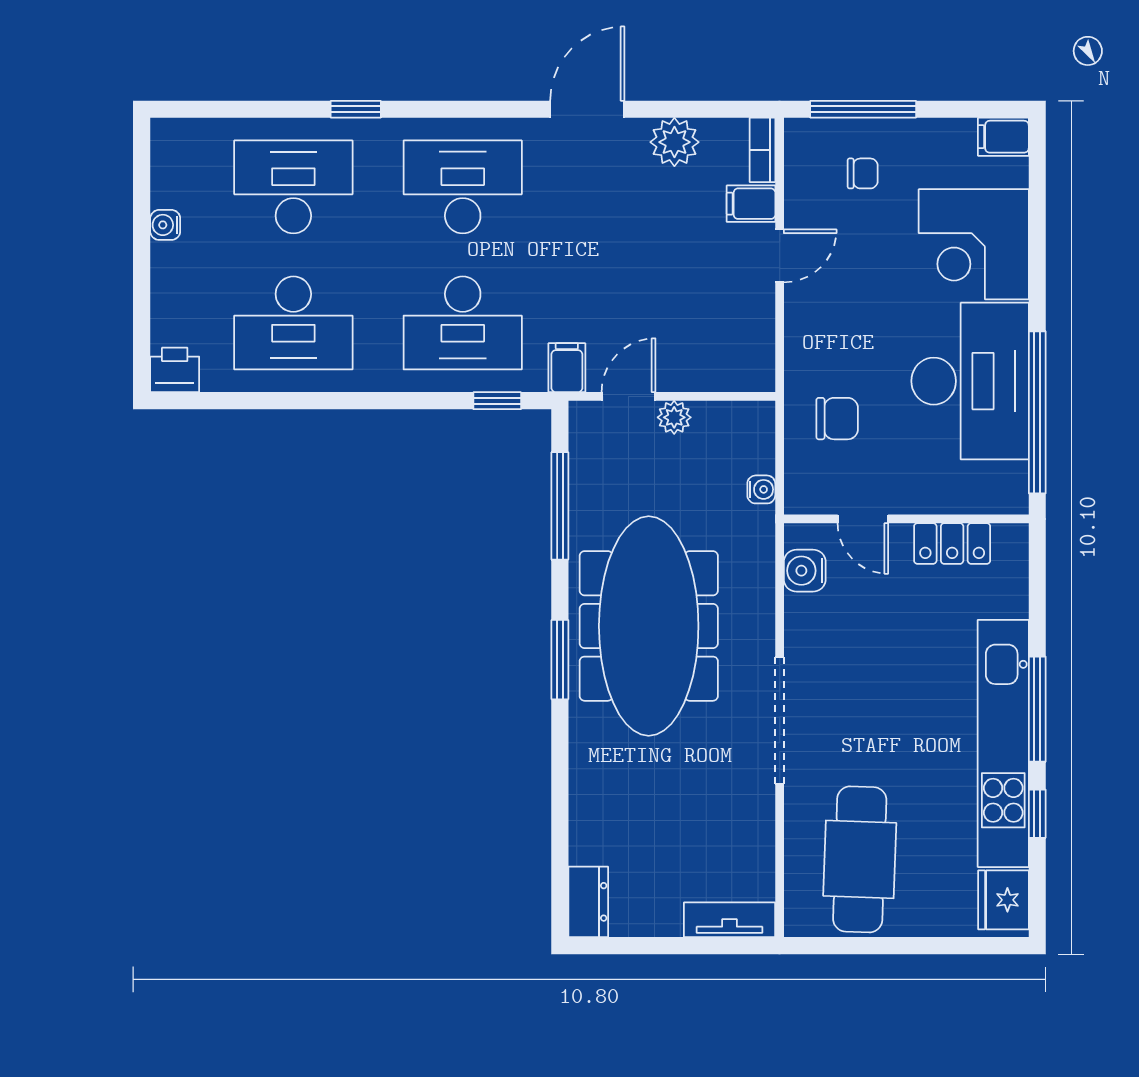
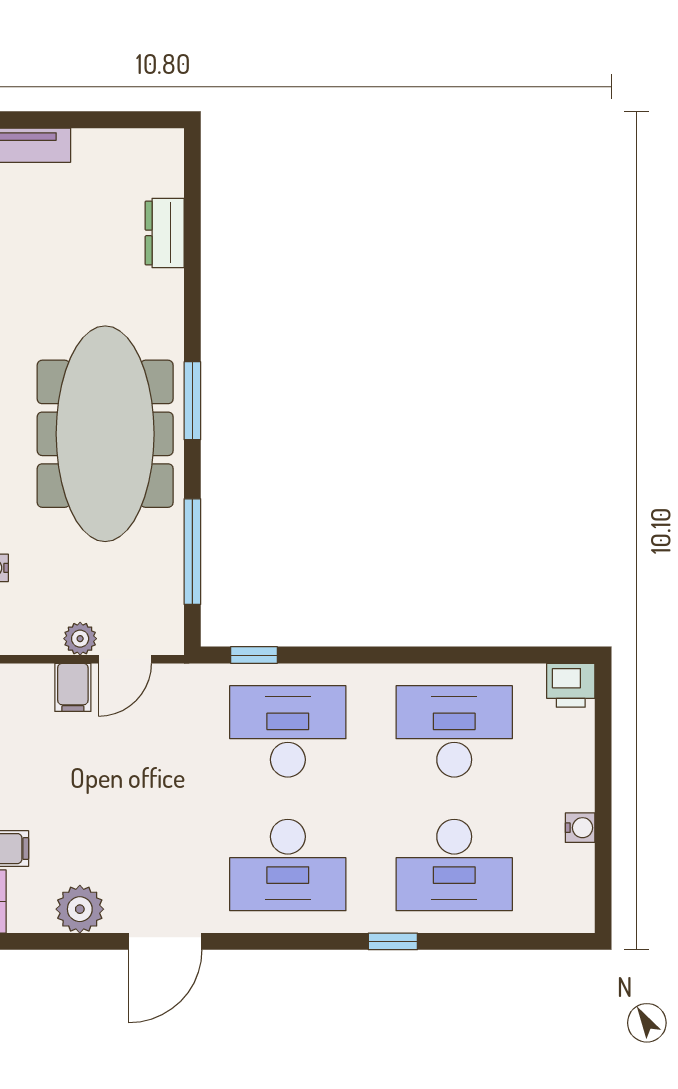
filing cabinet: (567, 368) -> (73, 687), moved
dresser: (588, 902) -> (165, 233), moved

